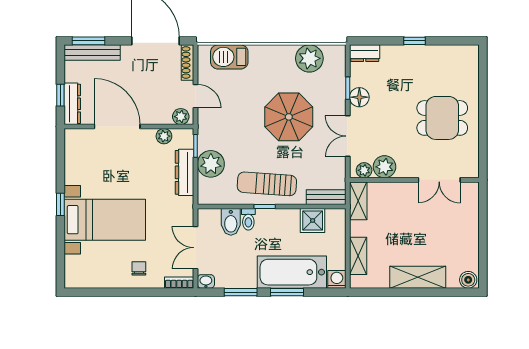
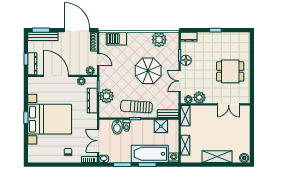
bed with nightstands: (105, 220) -> (50, 119), width x1.36

